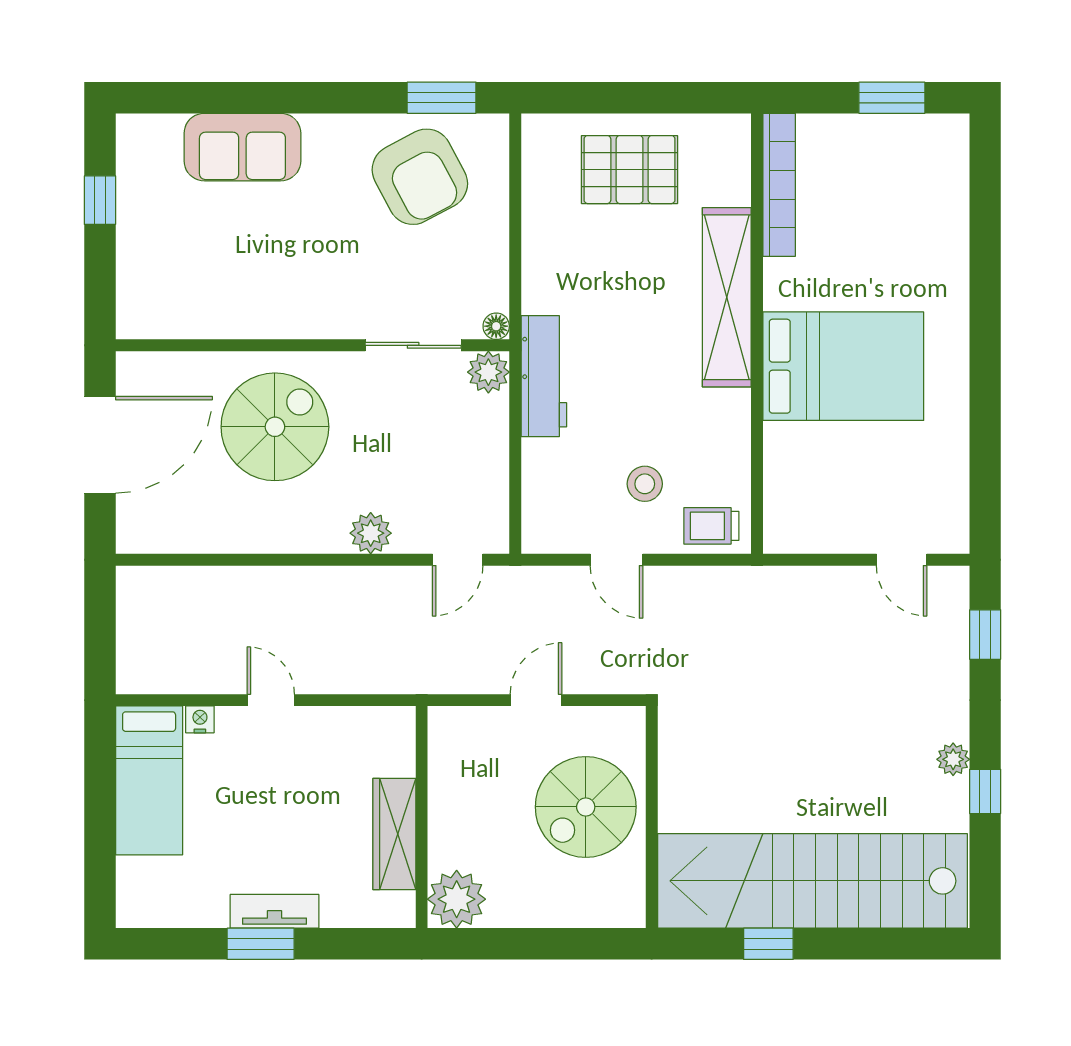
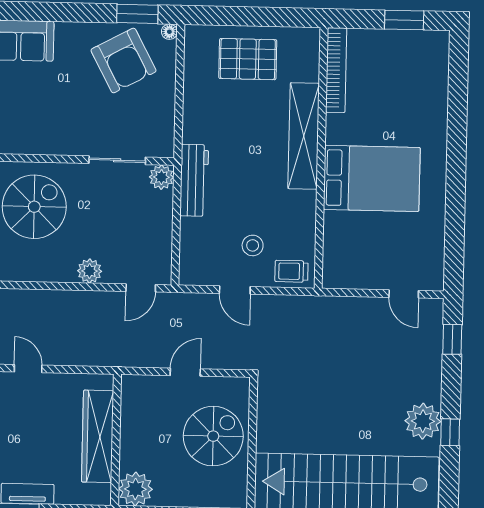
floor lamp: (496, 326) -> (169, 32), moved
plant: (953, 759) -> (423, 421), width x1.87, depth x1.87
spiral stairs: (586, 807) -> (213, 436), turned 180
wardrobe: (394, 834) -> (98, 436), width x1.40, depth x1.17

